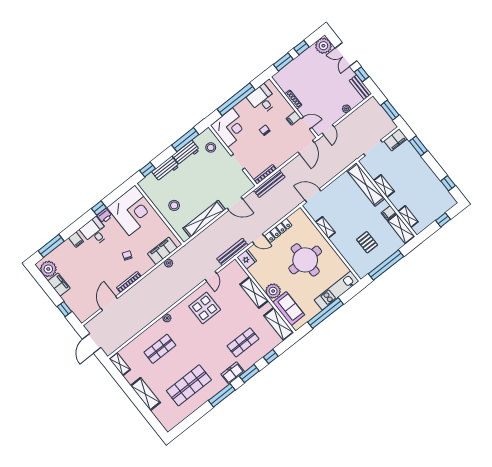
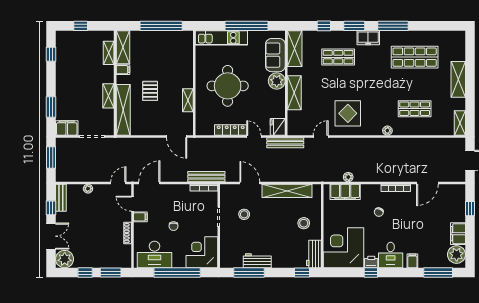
desk: (262, 99) -> (154, 255), width x1.37
stool: (211, 147) -> (244, 214), moved
workbench: (166, 169) -> (314, 254), moved, turned -90
pallet: (367, 242) -> (150, 91), moved

